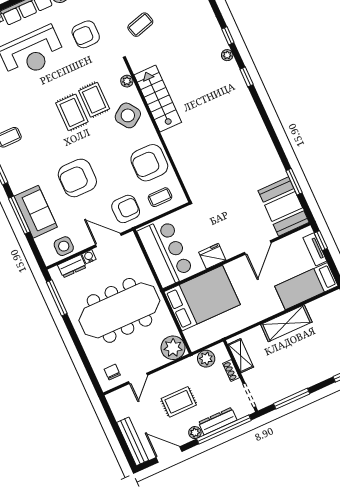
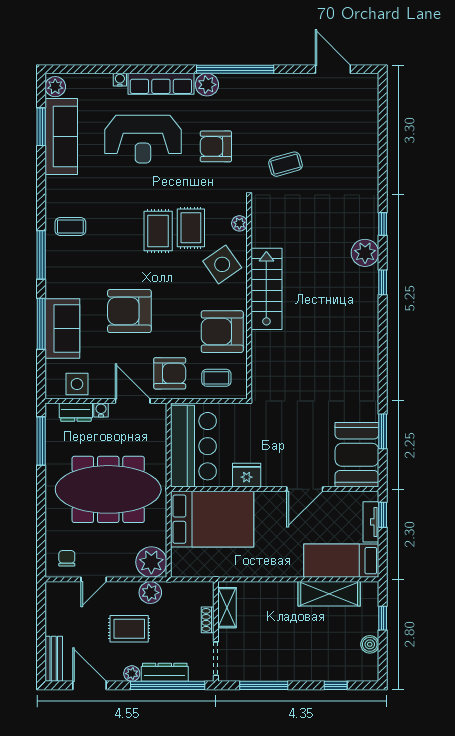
plant: (227, 55) -> (365, 253), width x1.88, depth x1.88
stairs: (158, 99) -> (266, 289), moved
shelving: (286, 323) -> (329, 594), moved
plant: (206, 359) -> (150, 593), moved
bench: (133, 441) -> (54, 659), width x0.73

